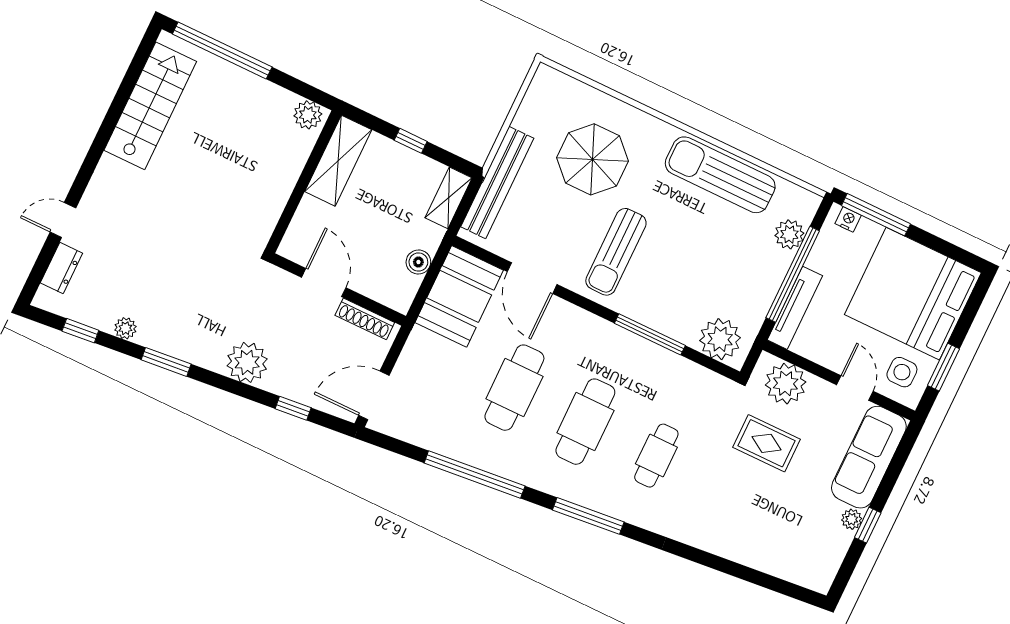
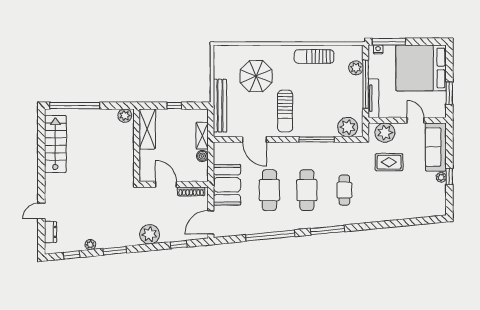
sun lounger: (720, 175) -> (314, 57), width x0.73, depth x0.75
shelving: (449, 198) -> (202, 136), moved
booth: (459, 296) -> (227, 185), moved
side table: (902, 372) -> (433, 104), removed

